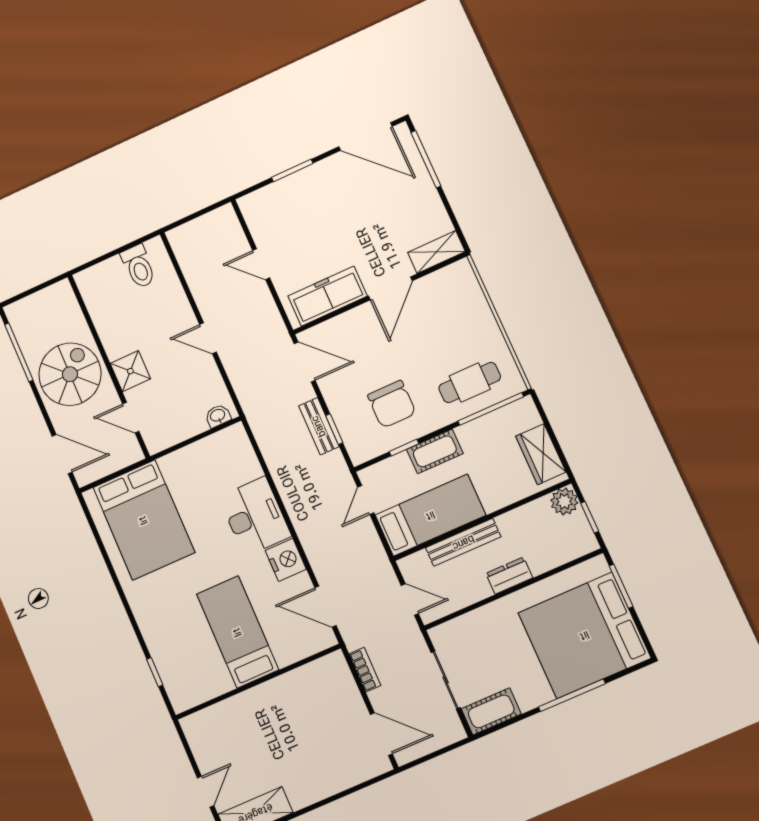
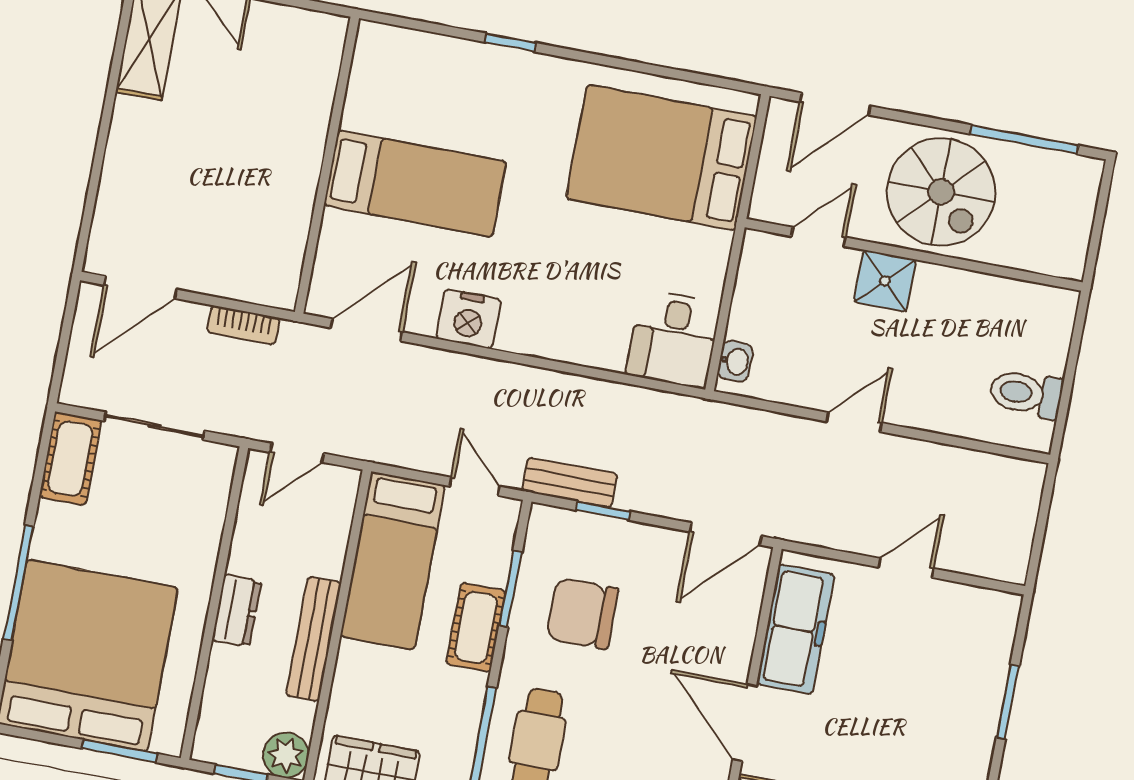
bench: (319, 426) -> (570, 482), moved
window: (404, 448) -> (510, 589), width x1.50
desk: (255, 516) -> (673, 339), moved, width x0.73
bench: (463, 542) -> (314, 639), moved
window: (155, 672) -> (510, 42), moved

